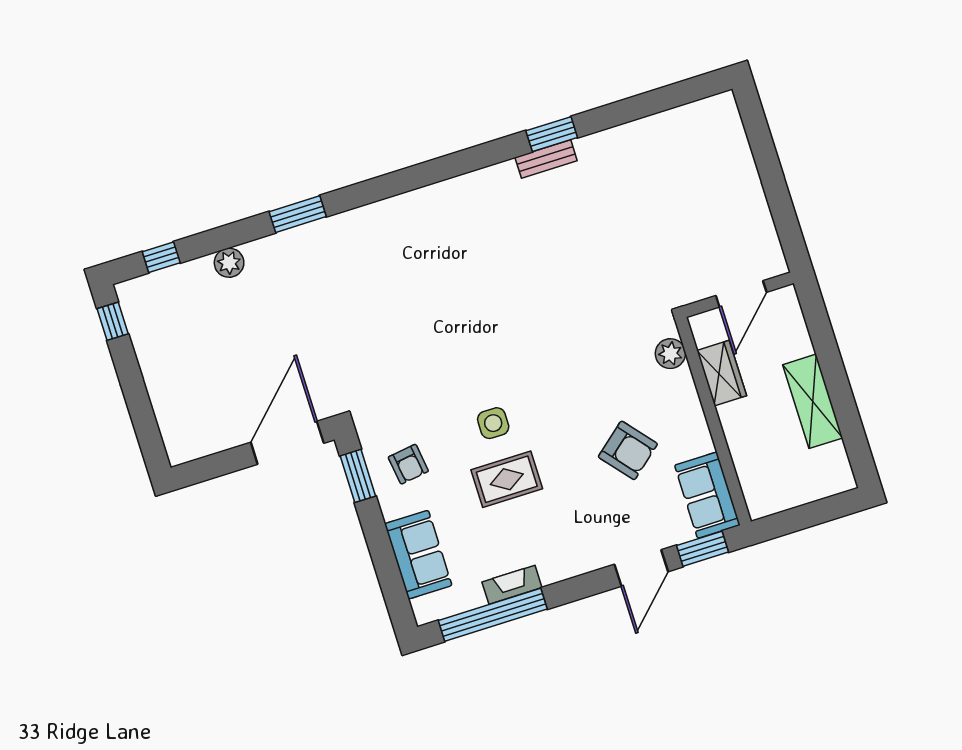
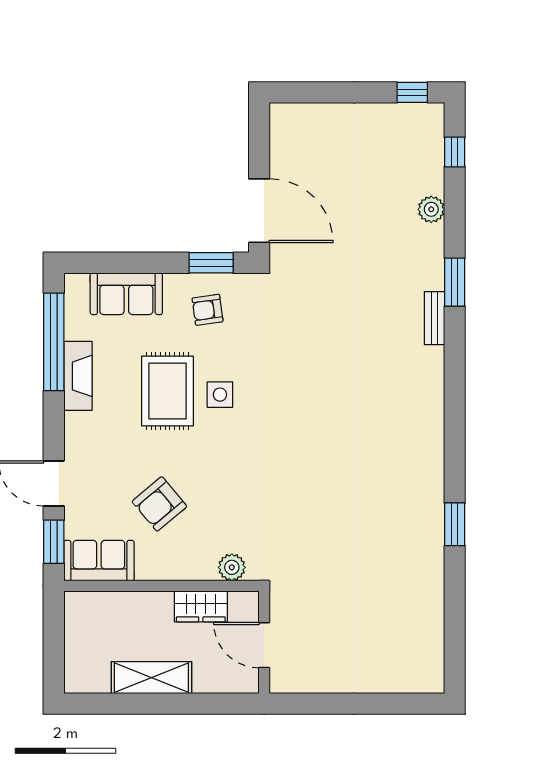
bench: (546, 159) -> (434, 318), moved
rug: (507, 479) -> (168, 391), width x1.36, depth x1.43
fireplace: (512, 585) -> (78, 376), width x1.37, depth x1.32

